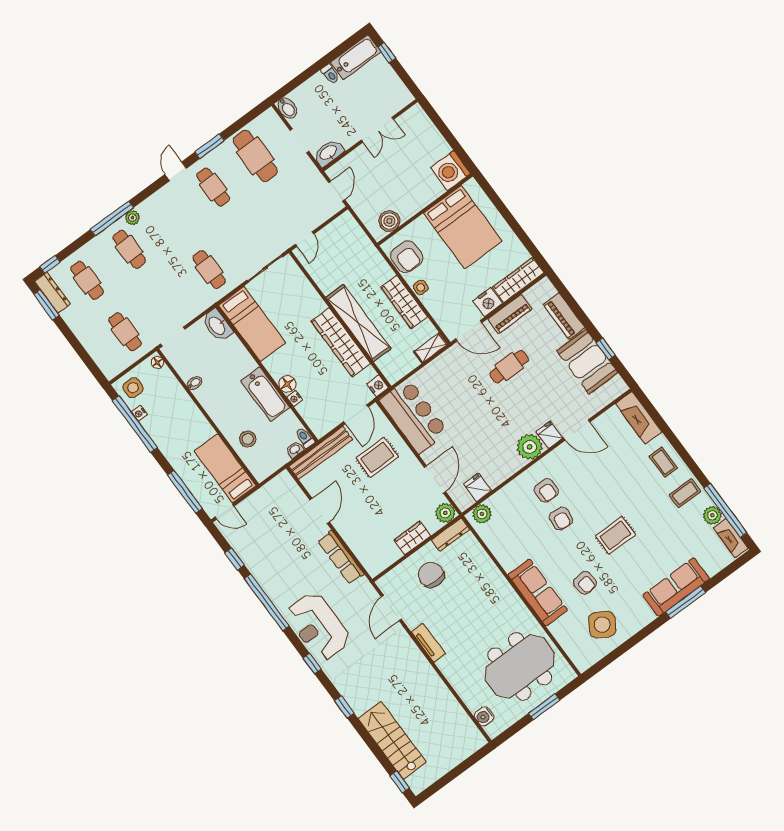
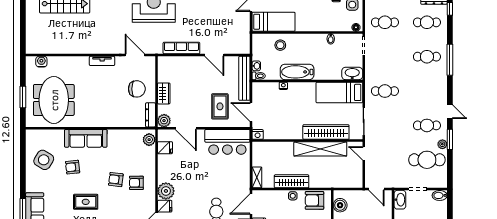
plant: (132, 218) -> (442, 144), moved
shelving: (358, 323) -> (320, 149), moved
wardrobe: (341, 342) -> (326, 132), moved
floor lamp: (287, 384) -> (294, 88), removed
rug: (615, 535) -> (86, 202), turned 90

